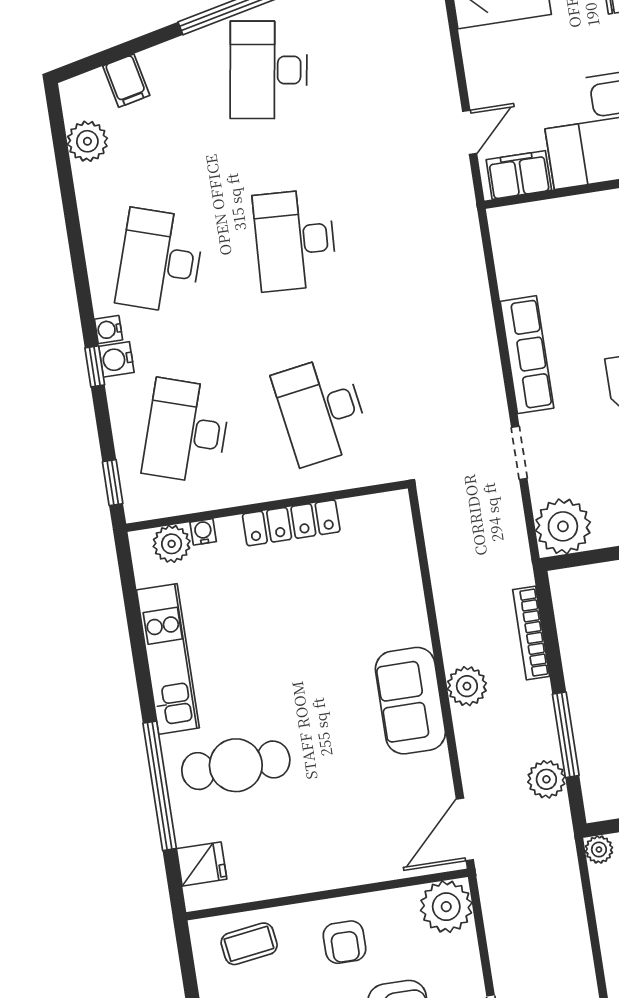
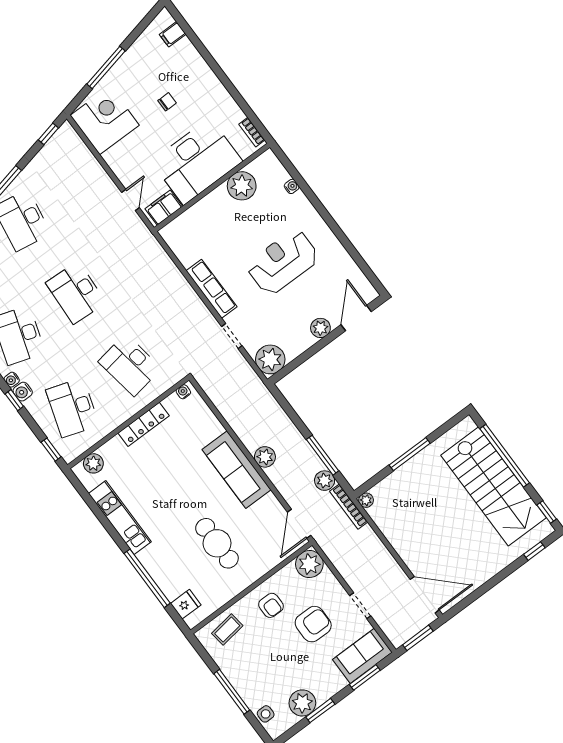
water cooler: (203, 532) -> (183, 392), moved
bookcase: (531, 633) -> (349, 507), moved
sofa: (410, 701) -> (236, 470), width x1.36
cafe table: (236, 765) -> (217, 543), moved, turned 90

